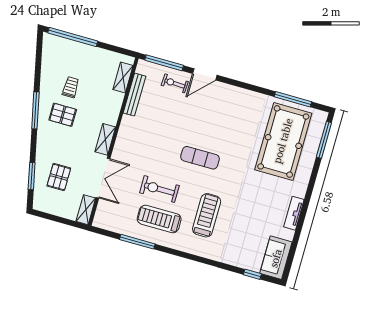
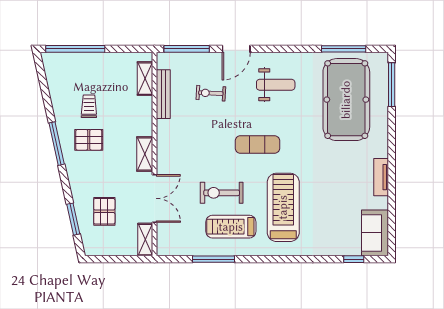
exercise bike: (175, 83) -> (211, 93), moved
weight bench: (229, 113) -> (276, 85), added
treadmill: (207, 215) -> (283, 207), width x1.37, depth x1.38

